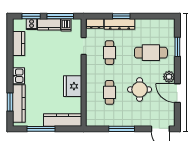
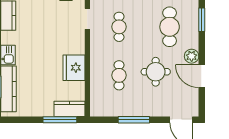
cafe table: (151, 53) -> (170, 27), turned 90
kitchen counter: (63, 120) -> (70, 109), width x0.67
window: (41, 129) -> (60, 120), moved

